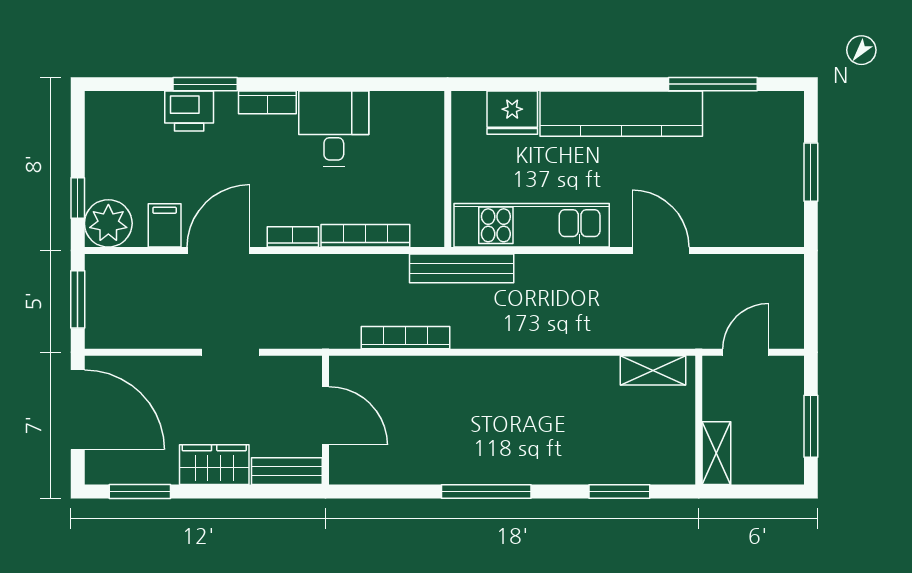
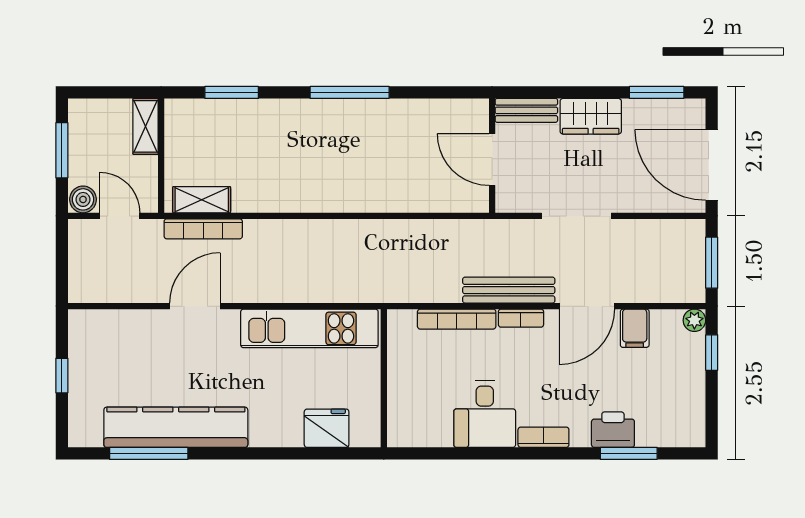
window: (205, 84) -> (629, 453), moved
kitchen counter: (621, 114) -> (176, 427), moved
window: (811, 172) -> (62, 376), width x0.67
plant: (108, 223) -> (694, 320), width x0.53, depth x0.53
door: (661, 250) -> (195, 306), swing flipped
bench: (462, 268) -> (509, 290), moved
bookcase: (405, 338) -> (203, 229), moved
doorway: (230, 352) -> (576, 216), width x1.38
door: (746, 352) -> (120, 216), swing flipped
boiler: (787, 371) -> (83, 199), added

